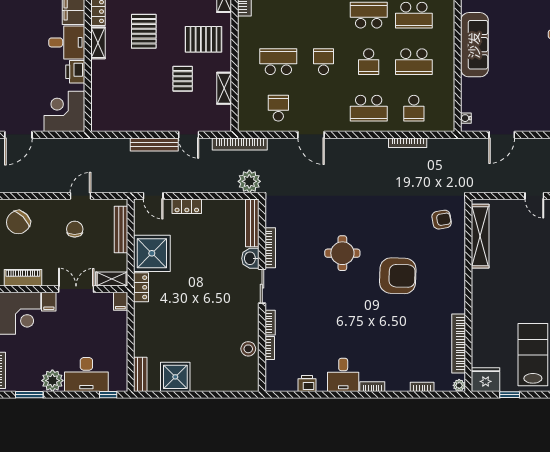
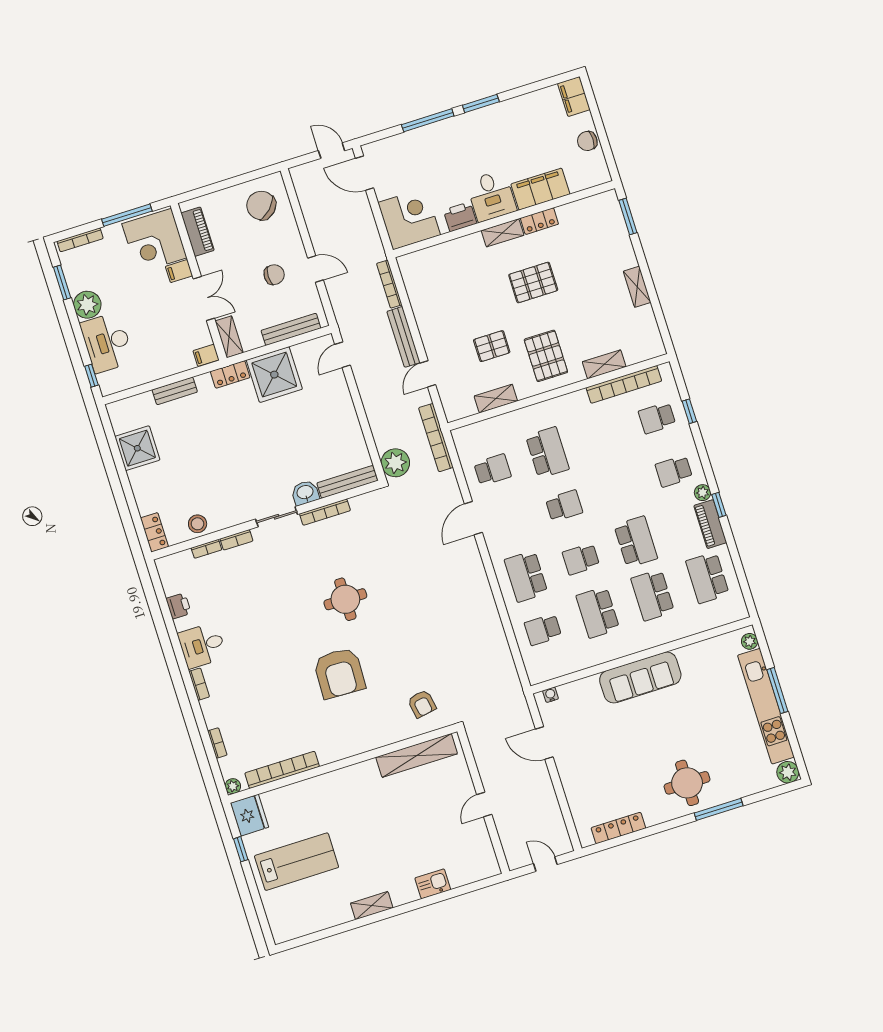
bookcase: (408, 143) -> (389, 284), moved
locker: (187, 206) -> (154, 532), moved, turned 180
bench: (140, 374) -> (175, 391), moved

